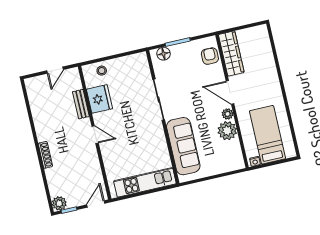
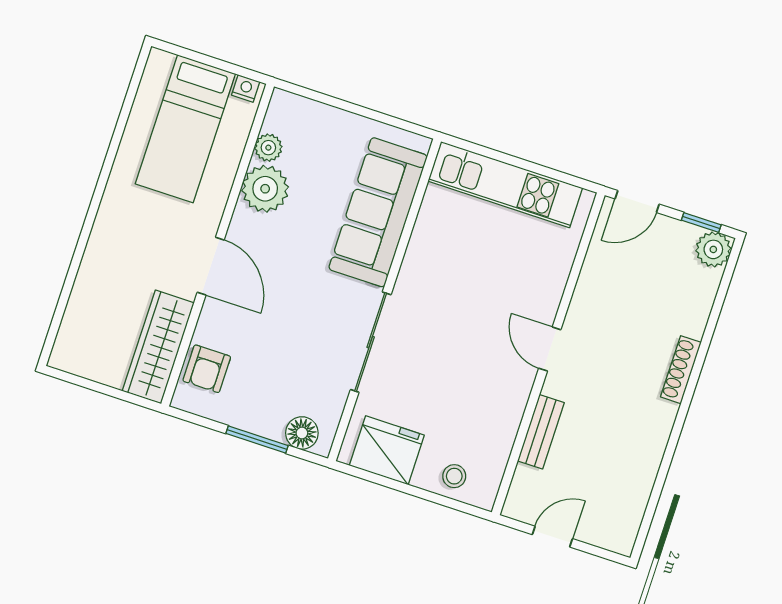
fridge: (99, 99) -> (387, 450), moved, turned 90
plant: (228, 114) -> (268, 148), moved

